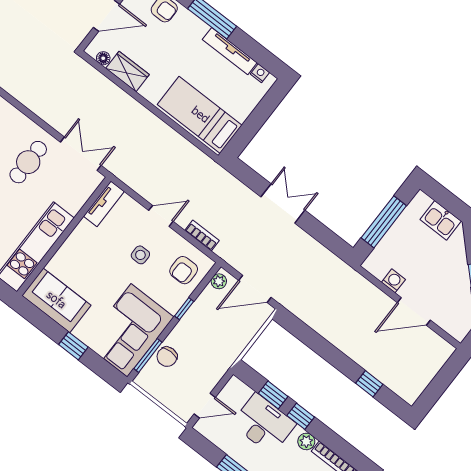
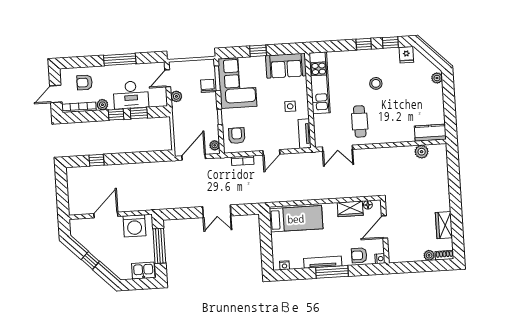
tv unit: (230, 51) -> (323, 262), moved
kitchen sink: (441, 220) -> (143, 271), moved
side table: (140, 255) -> (290, 106), moved
washing machine: (393, 281) -> (134, 226), width x1.89, depth x1.89
plant: (213, 376) -> (176, 96), added

